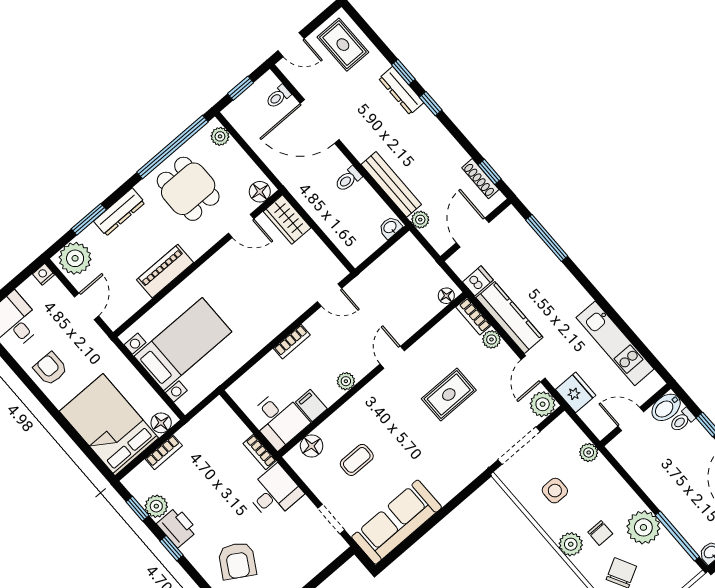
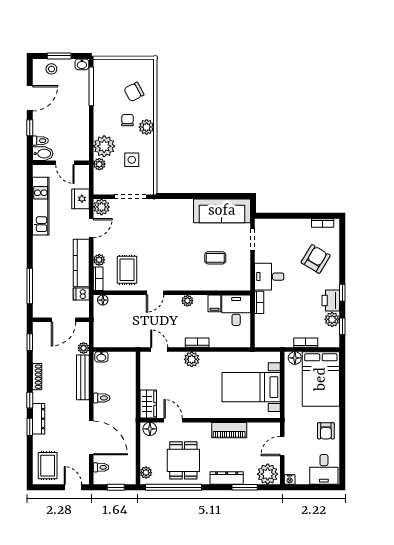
shoe rack: (480, 179) -> (37, 377), moved
plant: (281, 316) -> (192, 359), added
rug: (449, 394) -> (127, 270), moved, turned 90
floor lamp: (312, 446) -> (231, 284), removed
plant: (643, 527) -> (104, 146), moved

